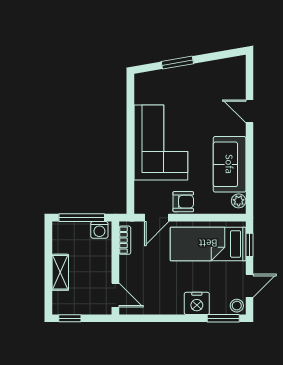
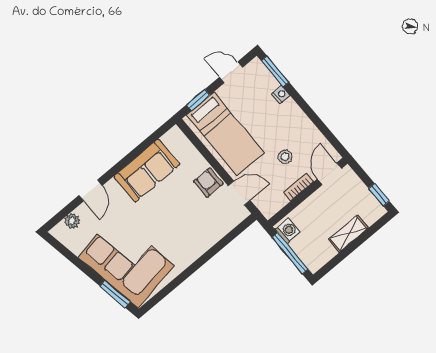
window: (177, 63) -> (115, 294), moved
corner sofa: (161, 142) -> (126, 261), moved, turned 80
plant: (239, 201) -> (72, 221), moved
bookcase: (125, 240) -> (299, 187), moved
nightstand: (197, 303) -> (281, 95), width x0.53, depth x0.56
stool: (237, 306) -> (285, 157), moved

